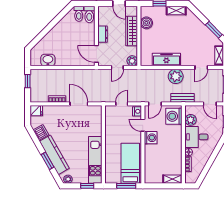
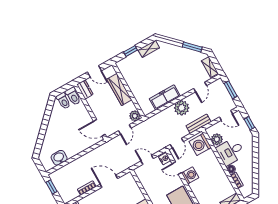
boiler: (146, 23) -> (128, 75), removed
dresser: (103, 34) -> (85, 89), moved
door: (122, 104) -> (147, 160), hinge flipped

